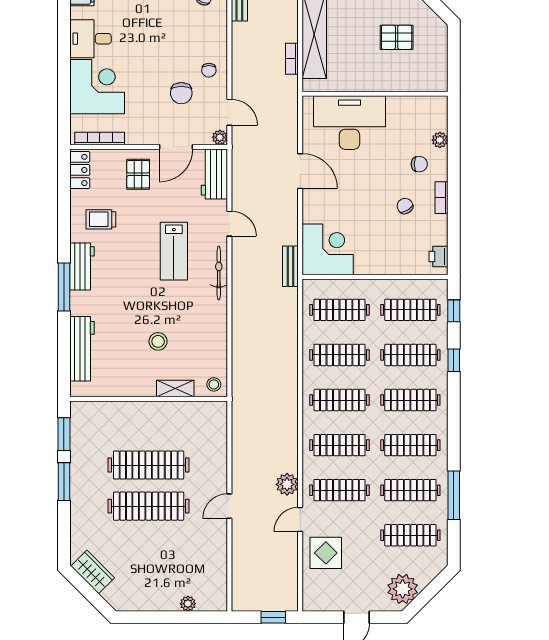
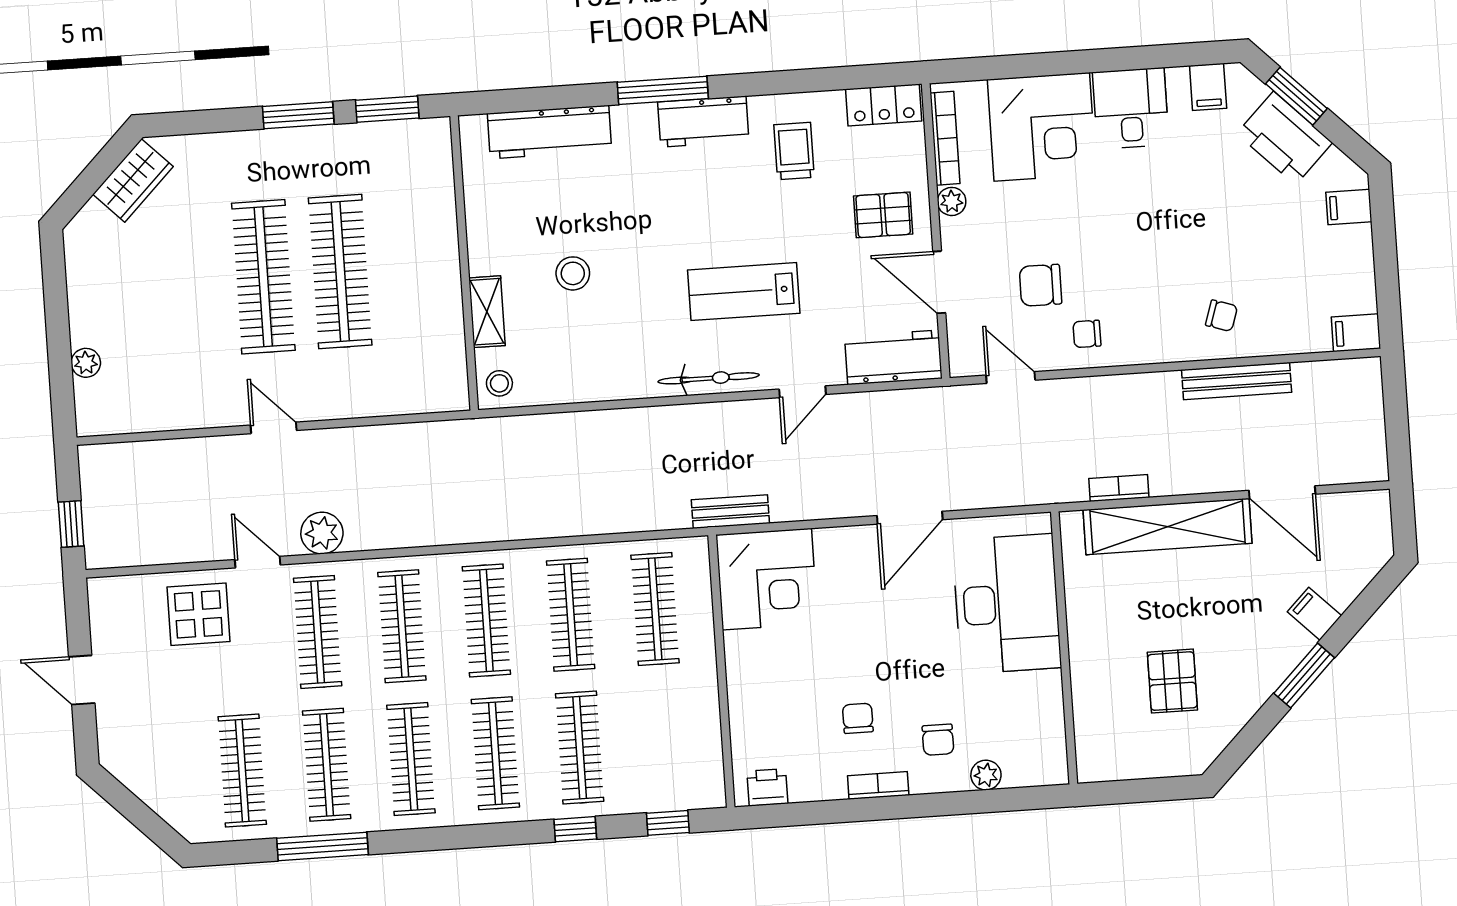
door: (229, 112) -> (1011, 378), swing flipped
plant: (220, 137) -> (952, 201), moved
chair: (405, 206) -> (858, 718), turned -59
clothes rail: (410, 310) -> (664, 742), removed
plant: (403, 589) -> (141, 763), removed

